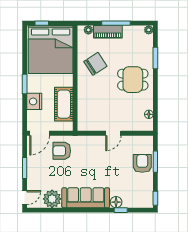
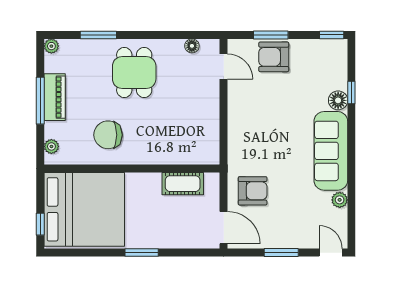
piano: (108, 32) -> (55, 97), moved
chair: (95, 64) -> (108, 135), turned -57
nightstand: (34, 101) -> (171, 236), removed
cot: (64, 104) -> (183, 184), width x0.73, depth x0.75
door: (113, 133) -> (224, 67), moved
armchair: (62, 151) -> (253, 191), turned -90
plant: (52, 199) -> (340, 200), width x0.53, depth x0.53

